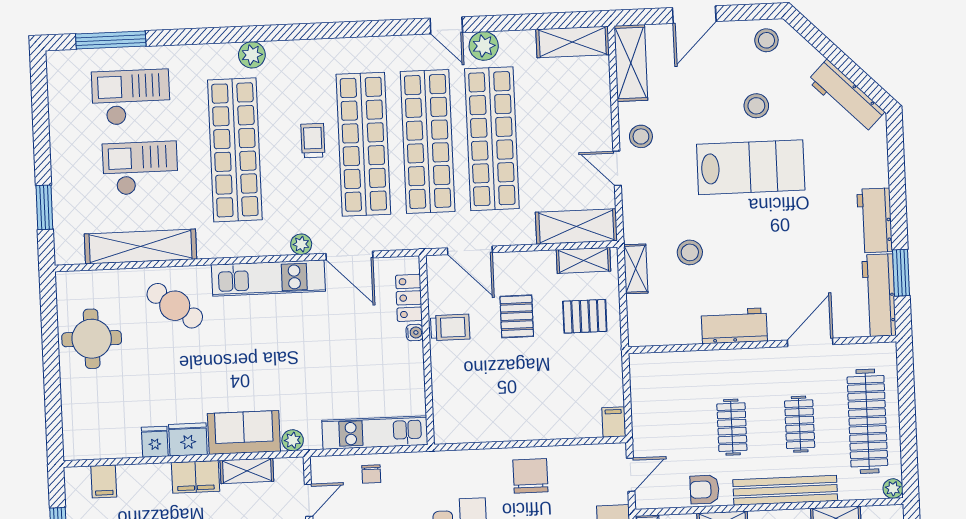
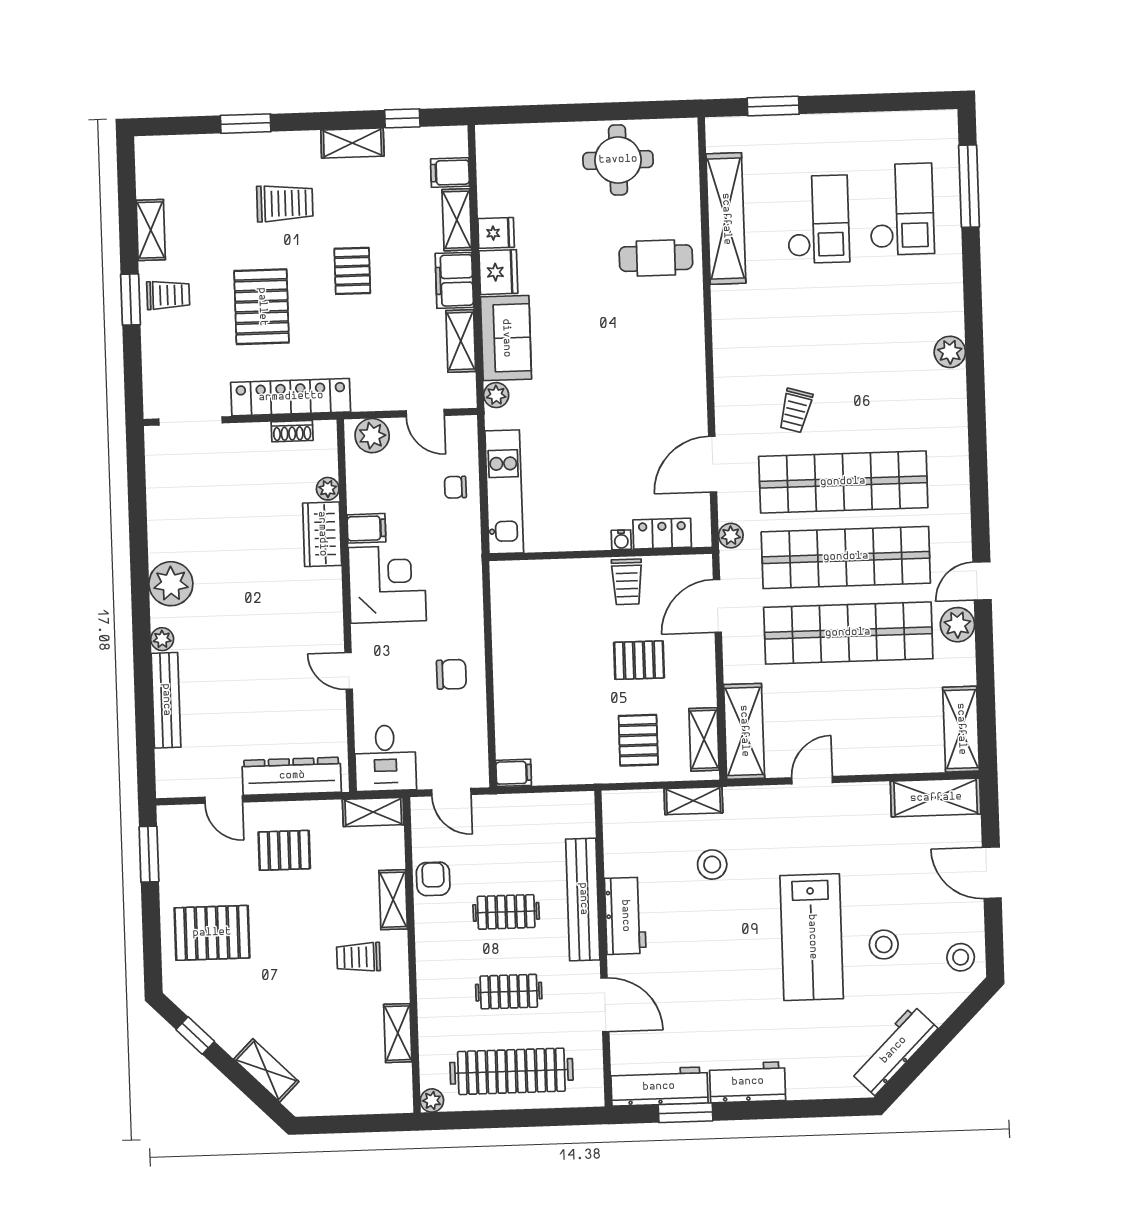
stool: (641, 136) -> (849, 808), removed
trolley: (313, 141) -> (795, 411), moved, turned 106
shop shelf: (235, 150) -> (838, 331), removed
plant: (301, 244) -> (731, 536), moved
kitchen unit: (268, 278) -> (687, 369), removed
cafe table: (175, 306) -> (656, 258), turned 53
shelving: (144, 475) -> (457, 220), added
chair: (530, 476) -> (451, 674), width x0.73, depth x0.73
bench: (785, 490) -> (583, 899), moved

